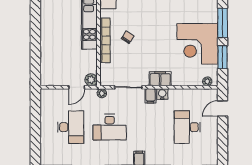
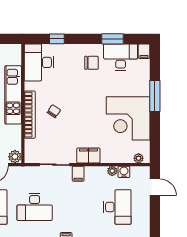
window: (223, 57) -> (155, 133), removed
plant: (102, 93) -> (112, 171), moved
water cooler: (162, 94) -> (124, 172), moved
door: (223, 109) -> (155, 187), swing flipped
desk: (187, 127) -> (117, 207), turned 180

